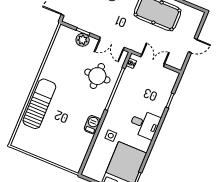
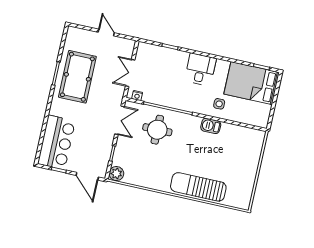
plant: (83, 40) -> (116, 174), moved

